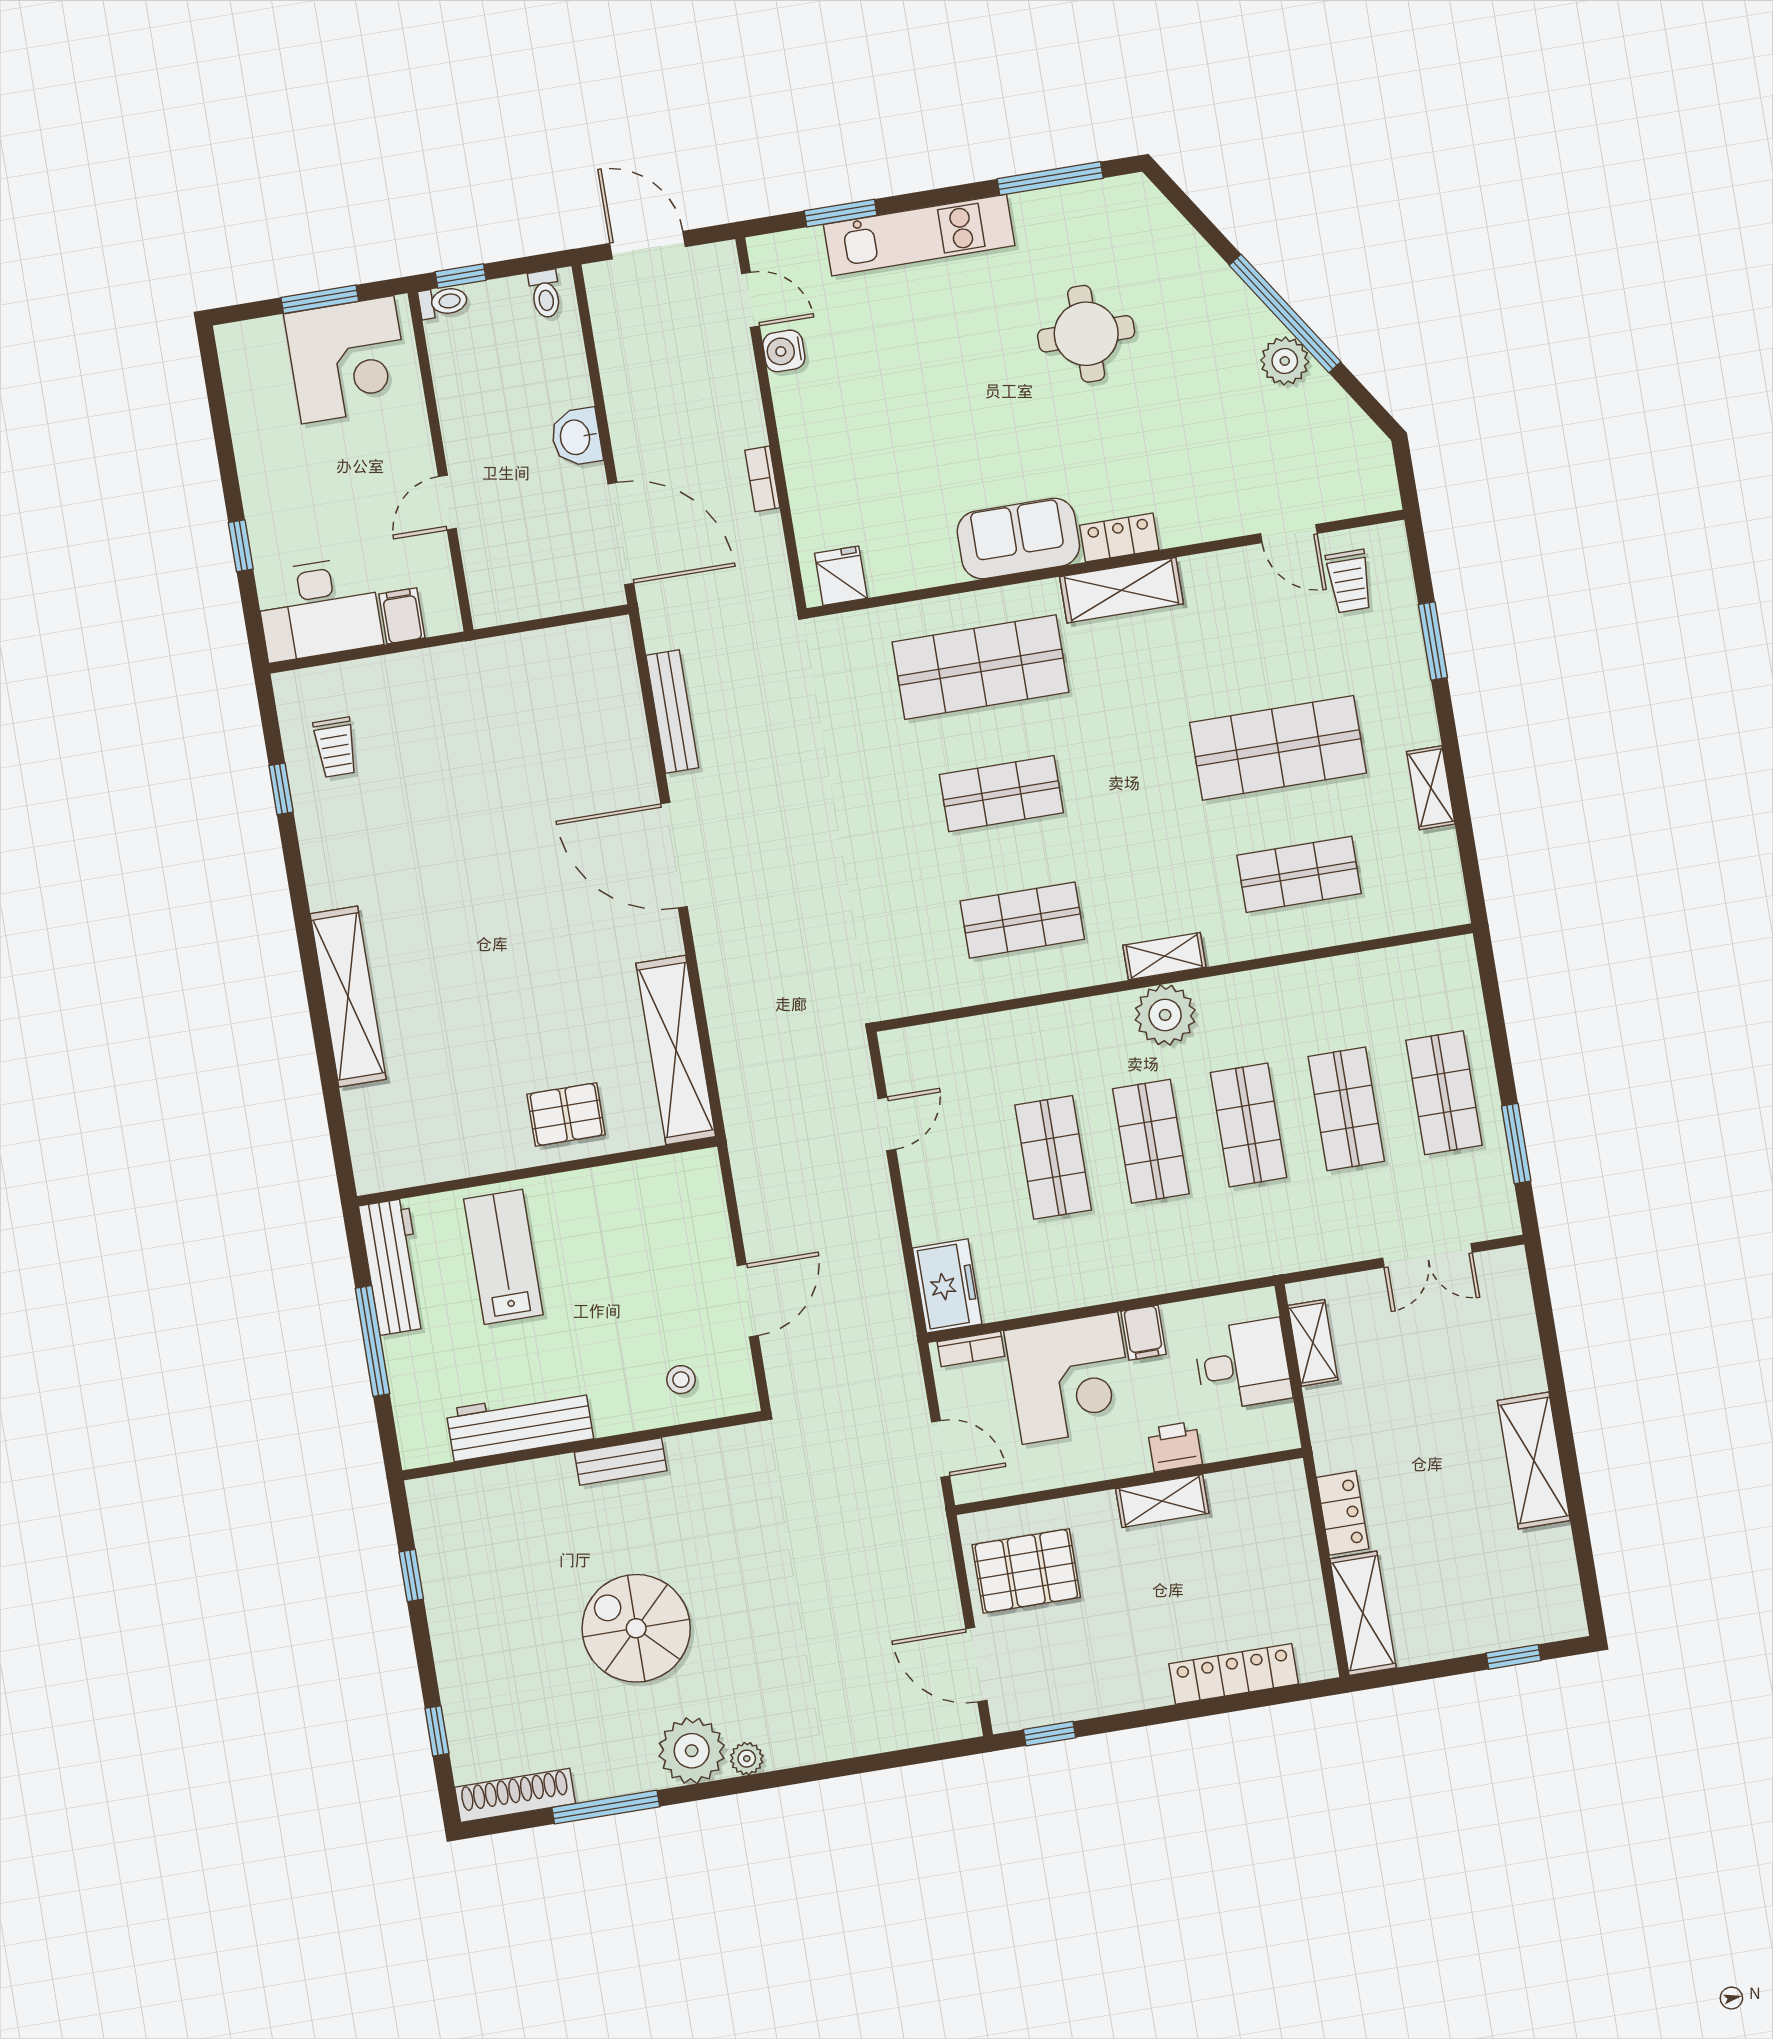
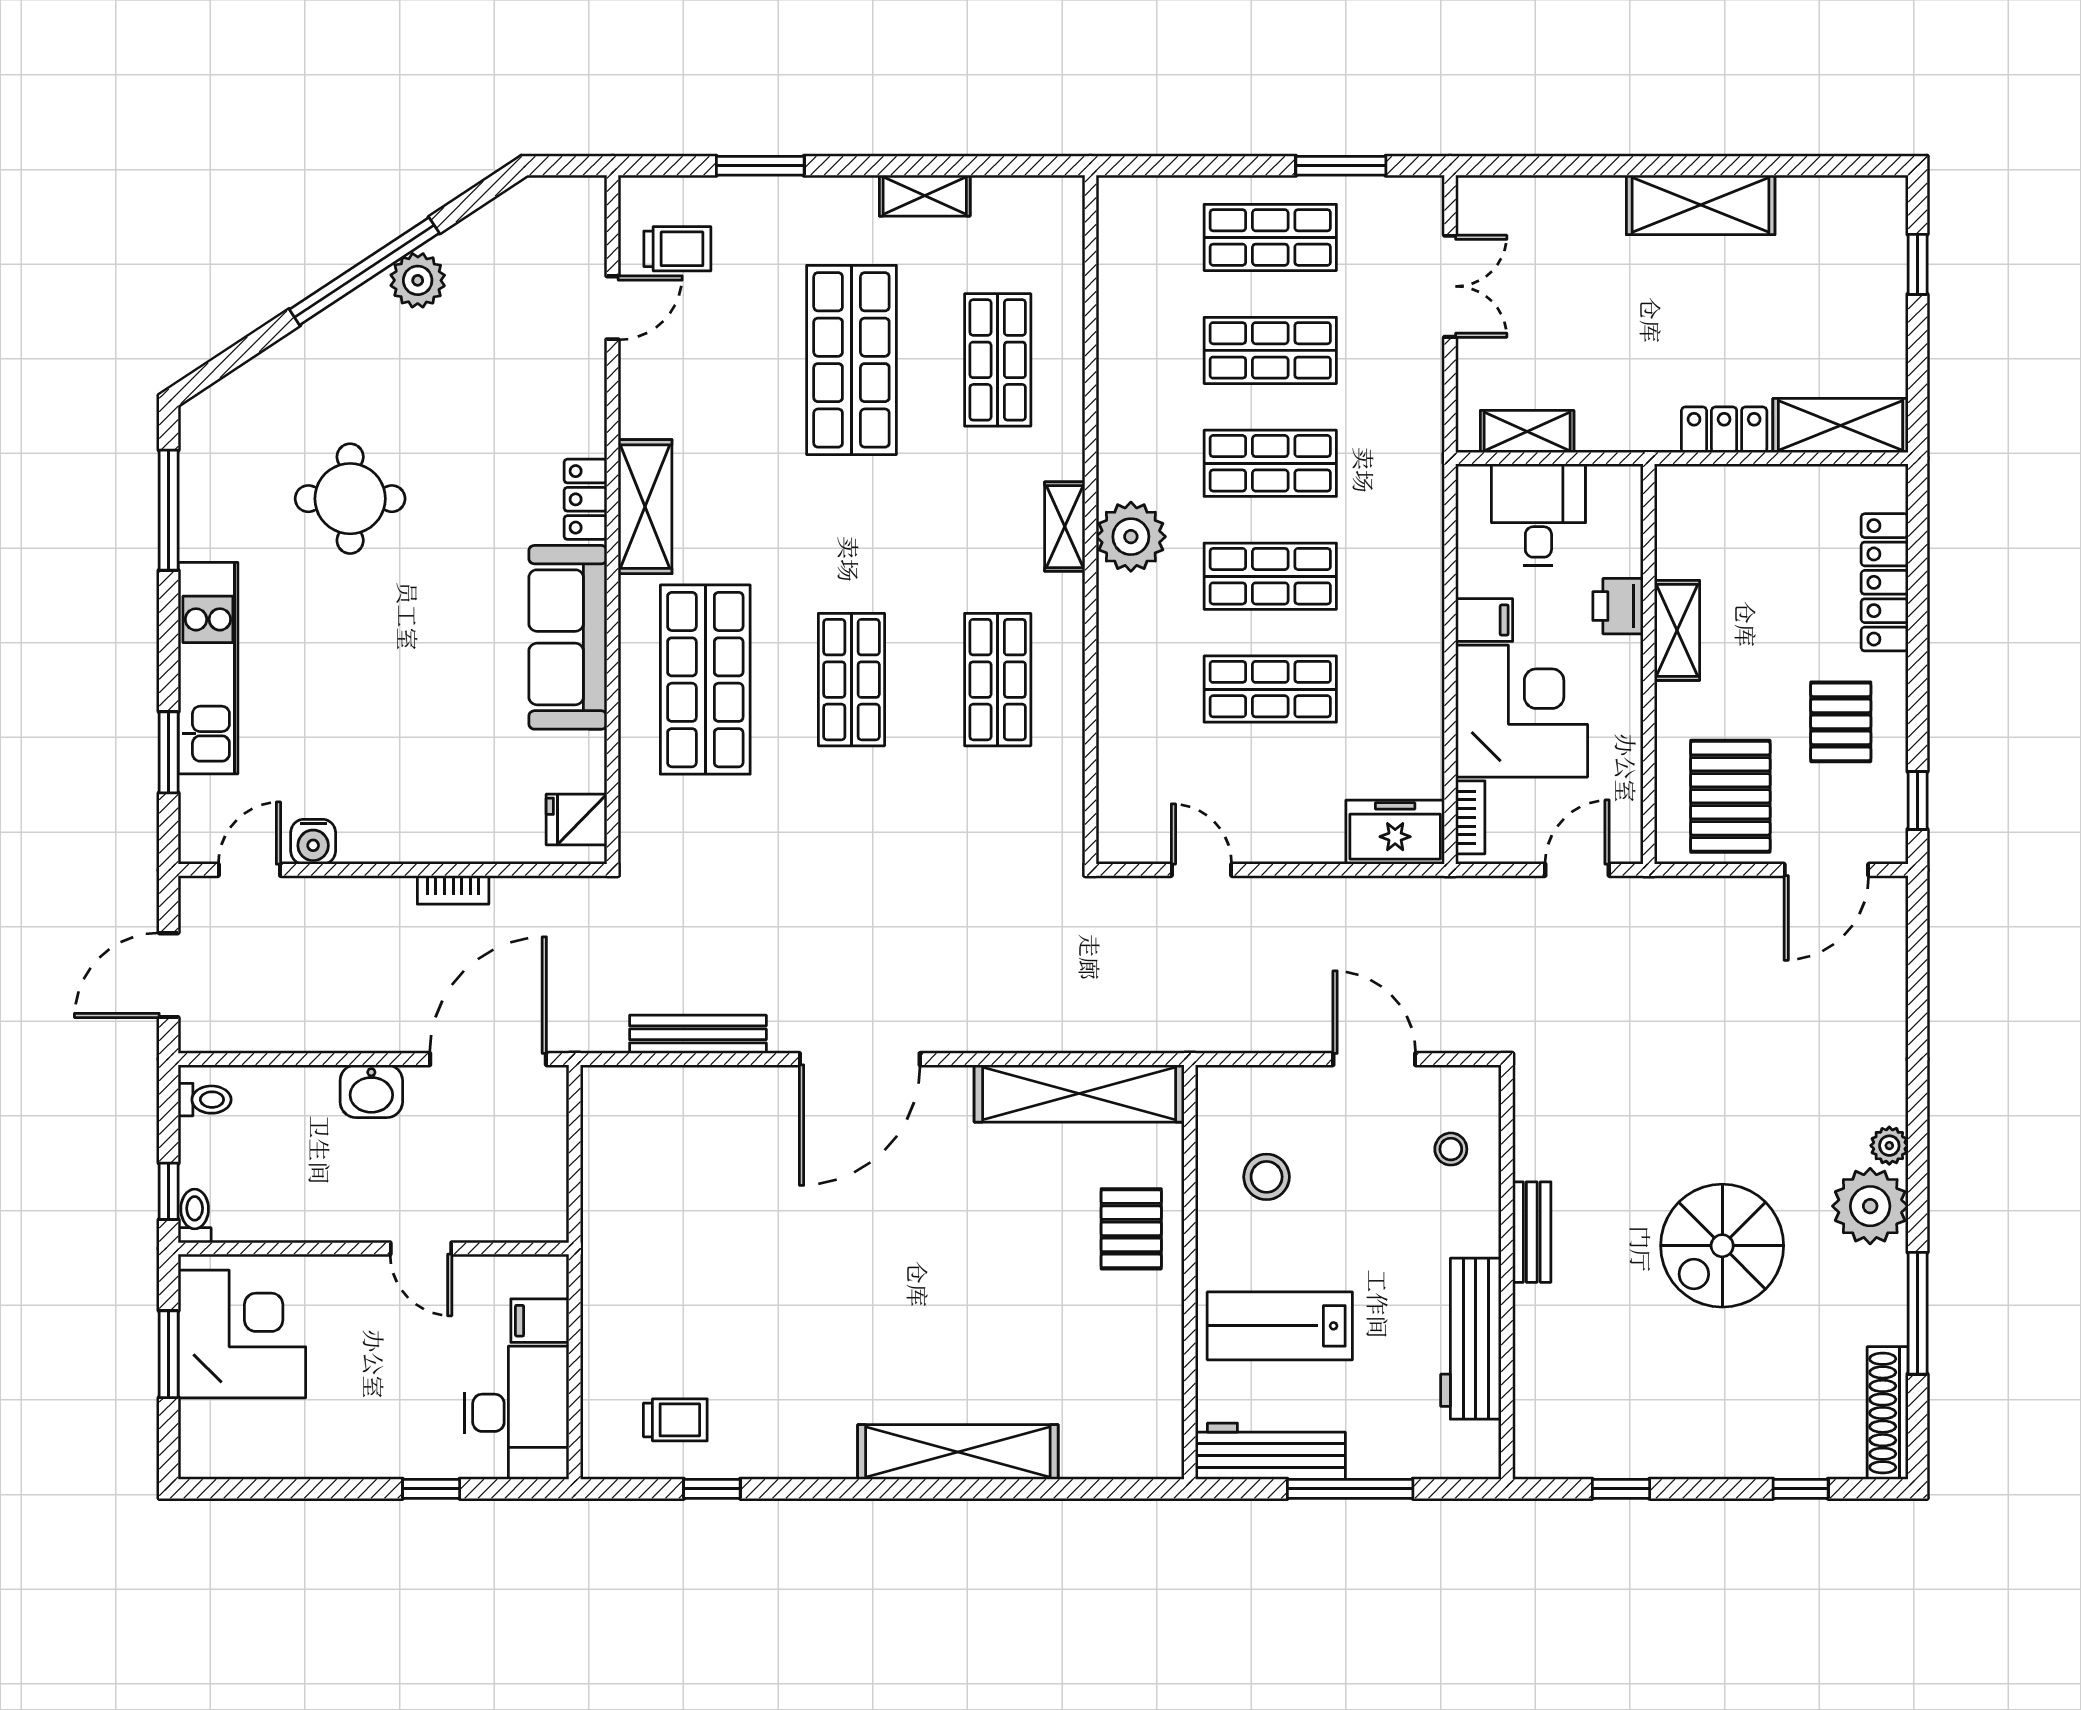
sofa: (1018, 539) -> (568, 637), width x1.36
stool: (630, 1224) -> (1267, 1177), added
pallet: (1107, 1656) -> (1841, 722), added

